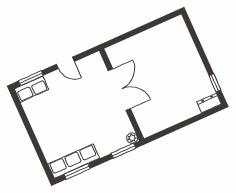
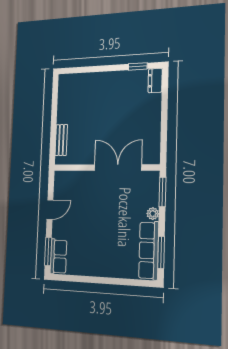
bench: (127, 44) -> (61, 140), added
double door: (119, 90) -> (118, 168), moved
plant: (132, 138) -> (153, 214), moved

